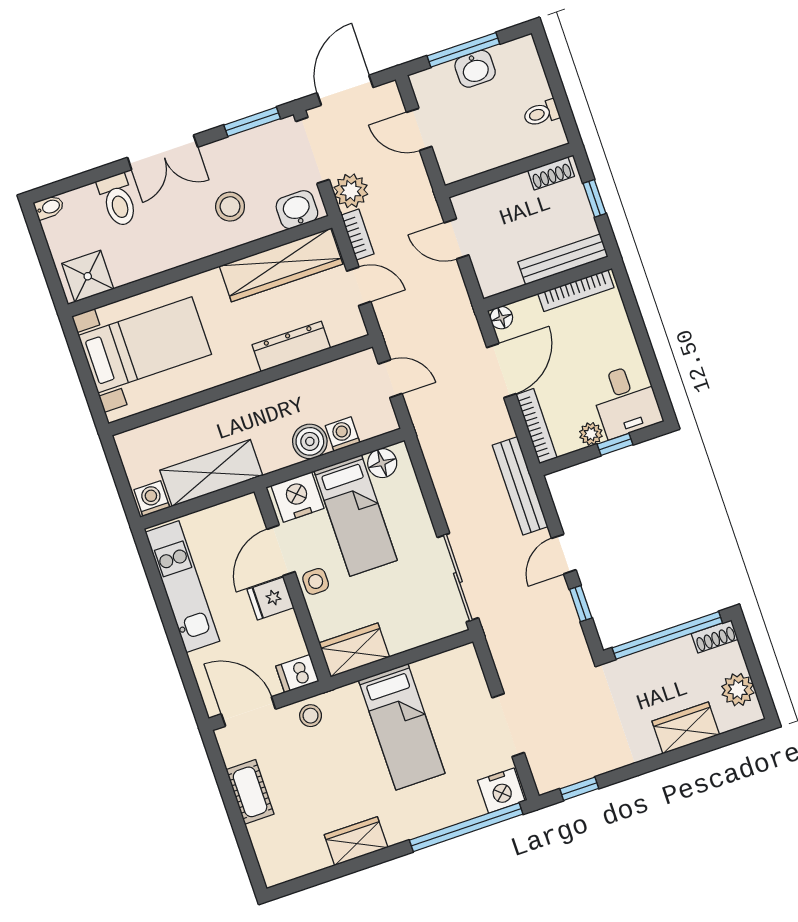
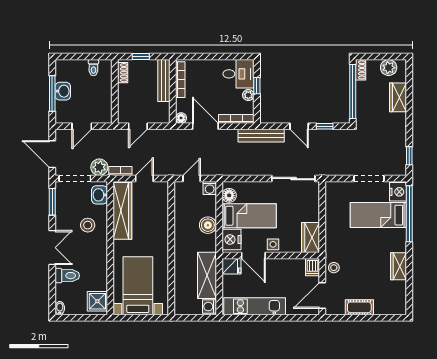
dresser: (291, 346) -> (161, 219), removed
washing machine: (343, 434) -> (210, 188), moved, turned -90
fridge: (271, 599) -> (231, 266), moved, turned -90
bed: (402, 727) -> (378, 215), moved, turned 180

